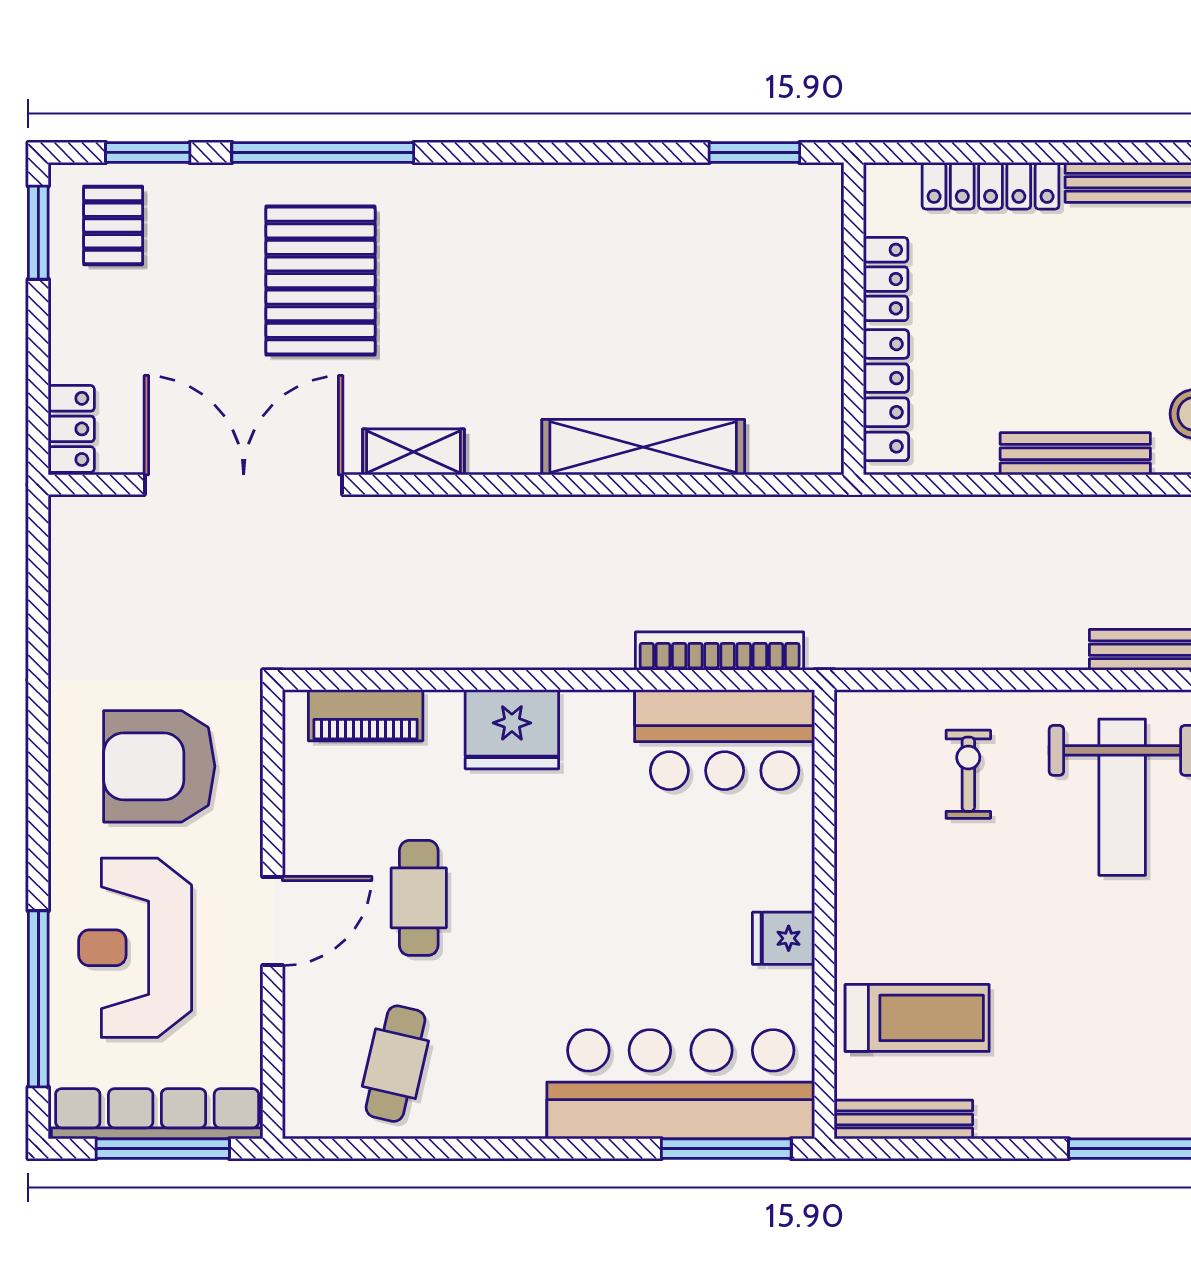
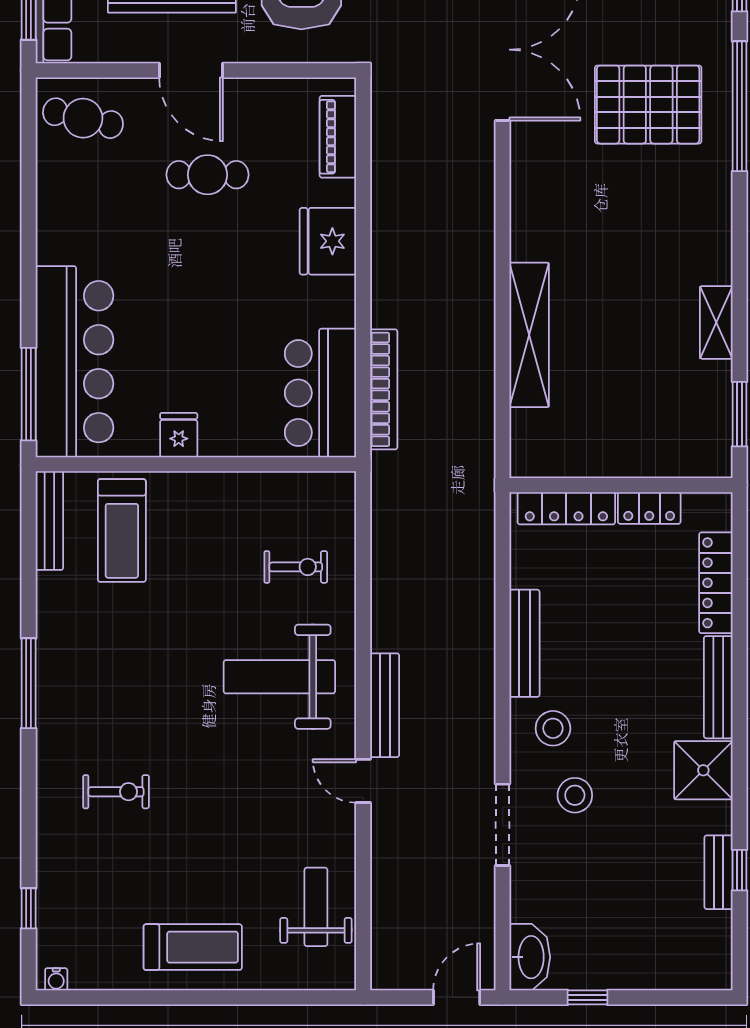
shelving: (413, 452) -> (716, 322), moved
cafe table: (395, 1064) -> (83, 118), moved

